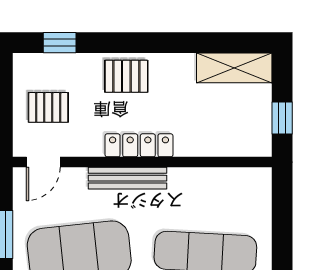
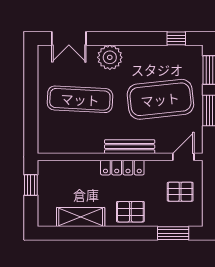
window: (60, 43) -> (173, 233), width x1.50
shelving: (234, 68) -> (81, 217), moved

